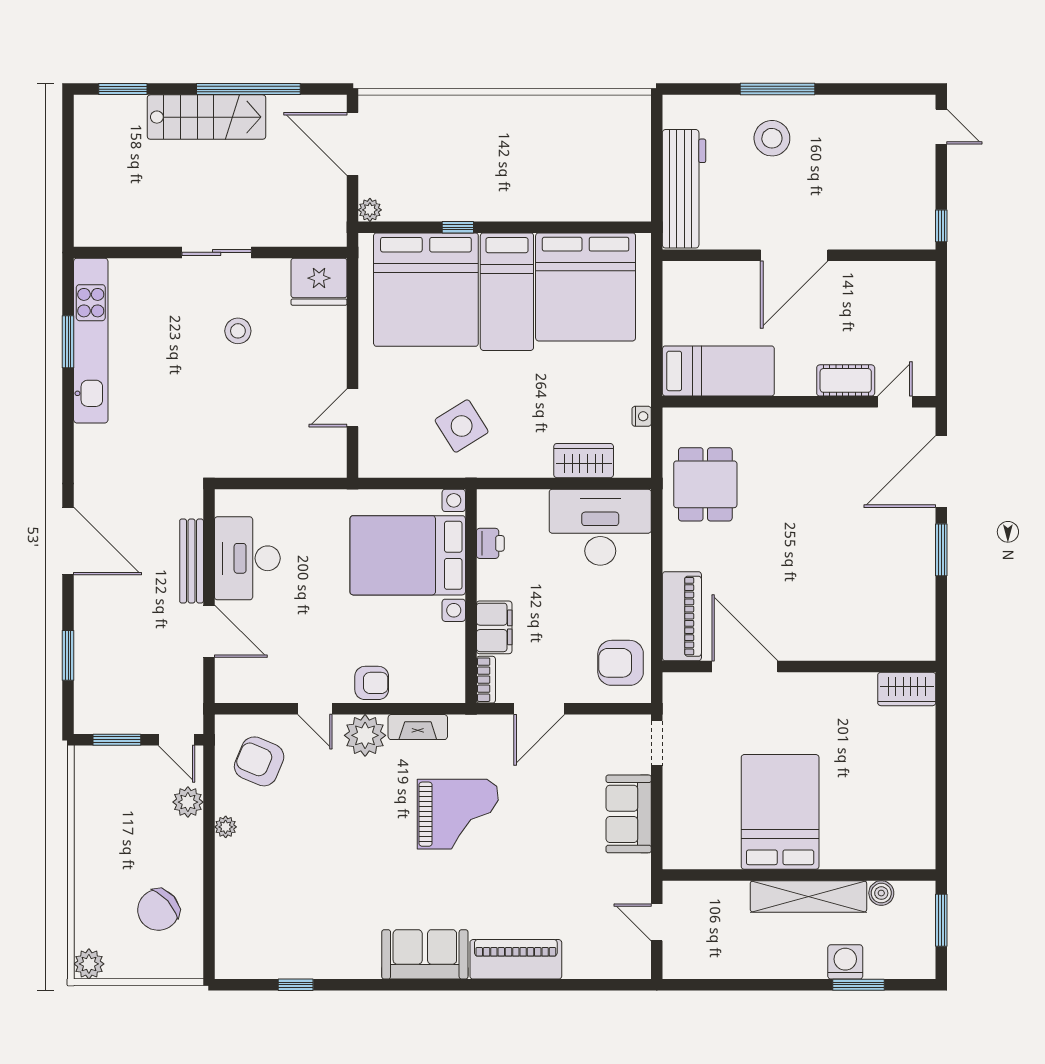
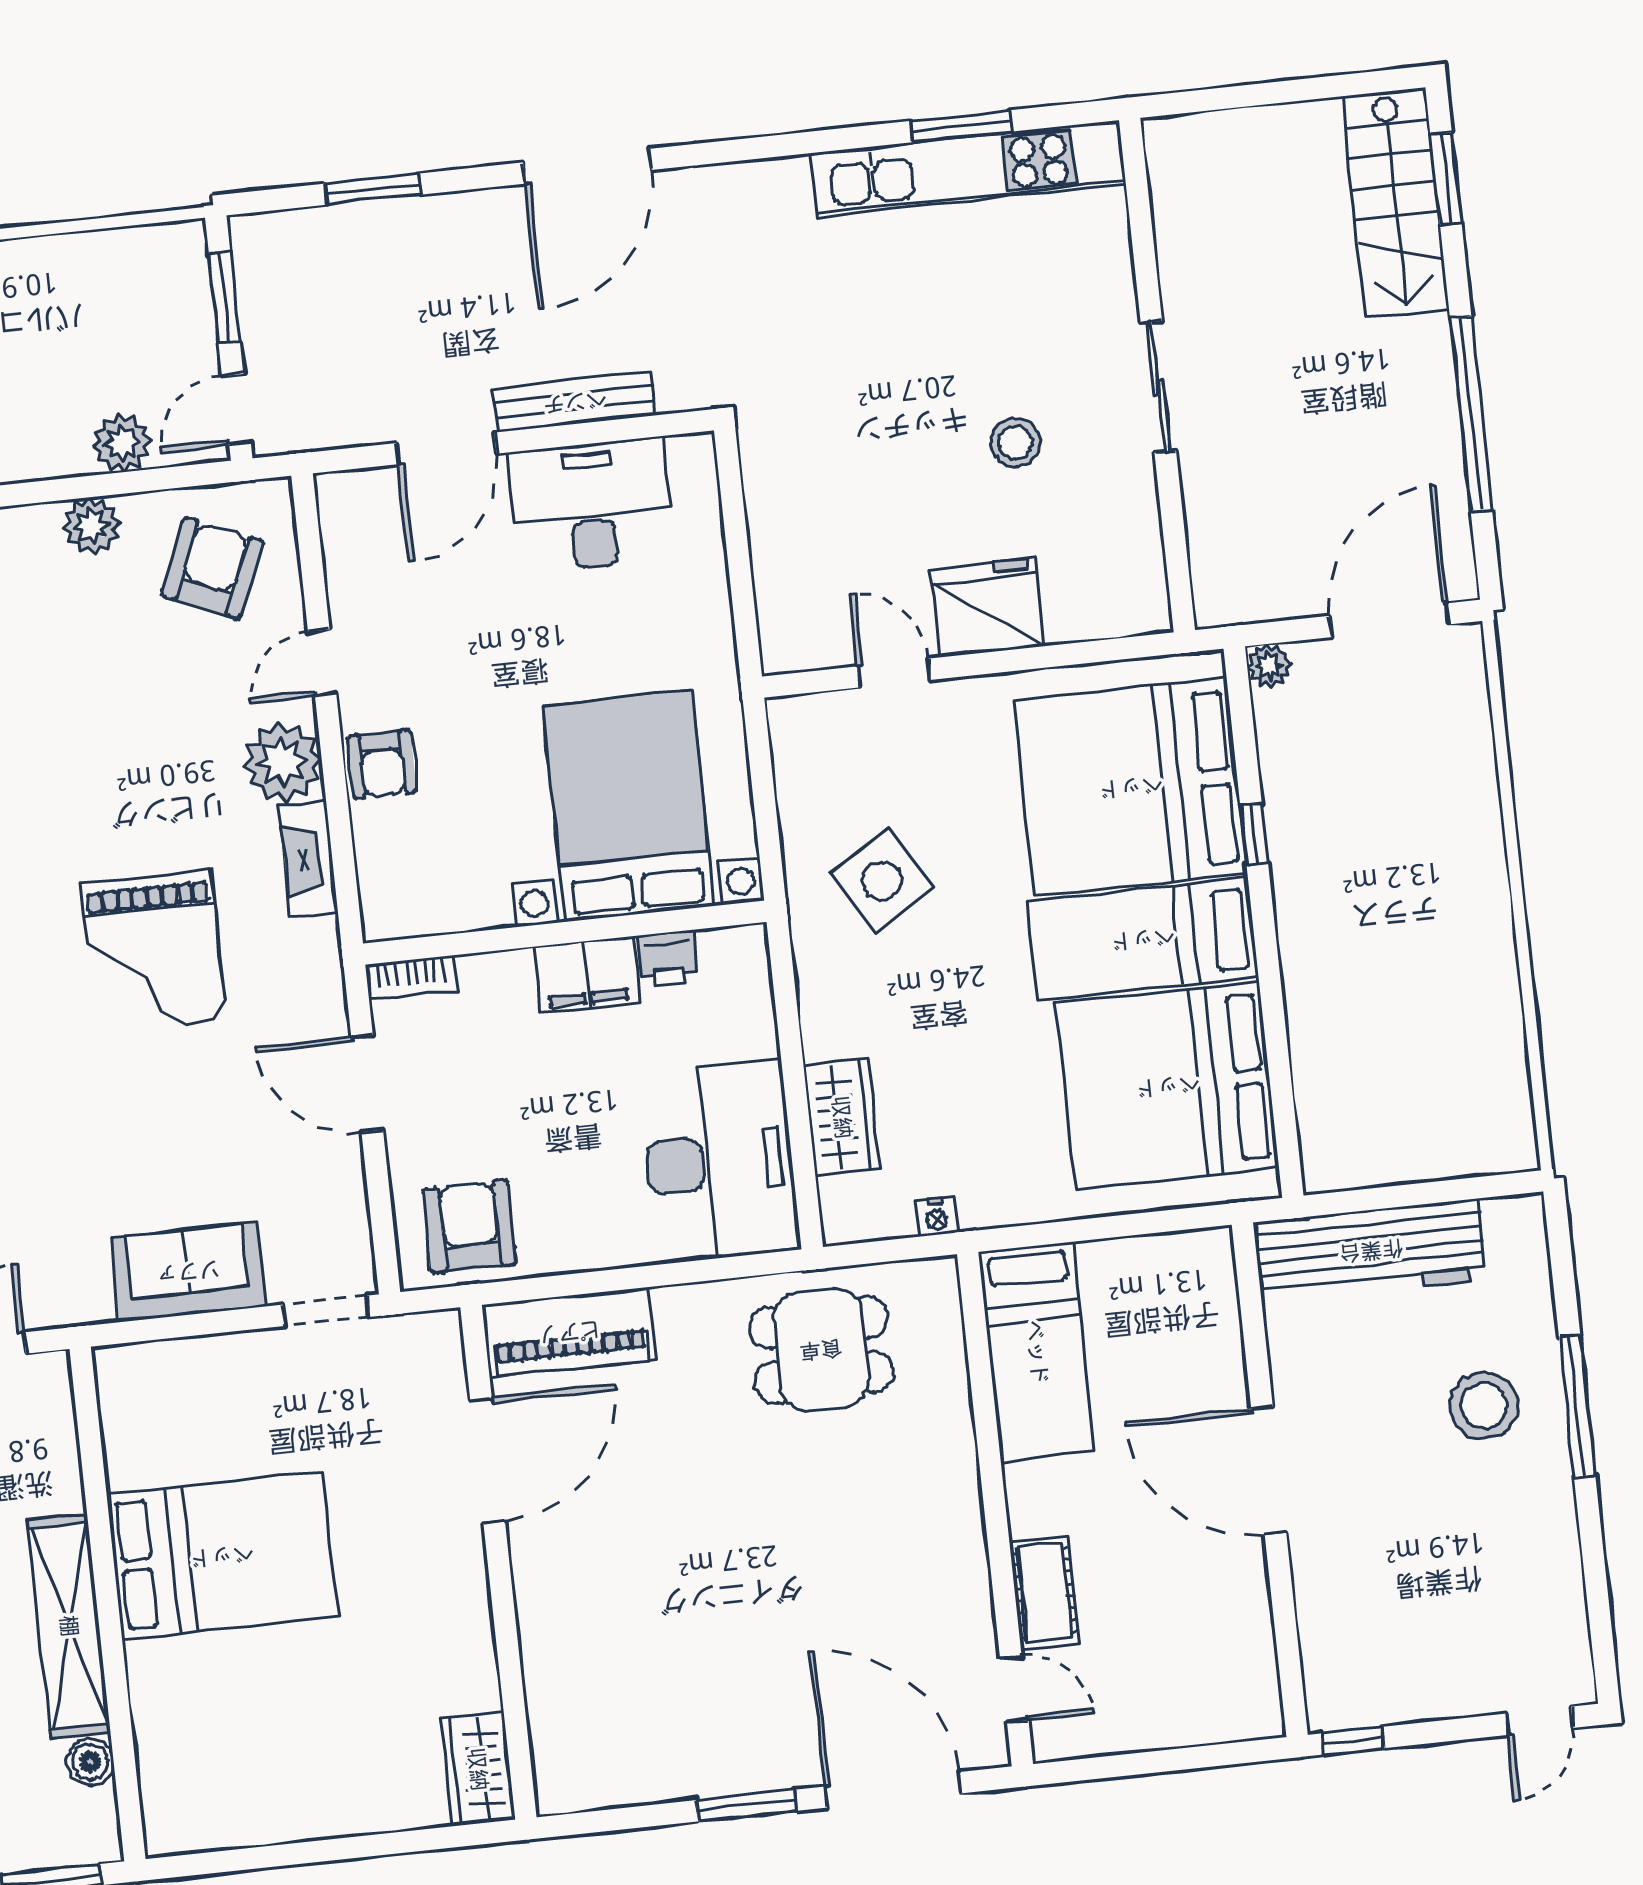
stairs: (207, 117) -> (1395, 203), moved
fridge: (319, 282) -> (988, 607), moved, turned 90
filing cabinet: (494, 627) -> (586, 975), moved
plant: (226, 827) -> (91, 526), width x1.38, depth x1.38

